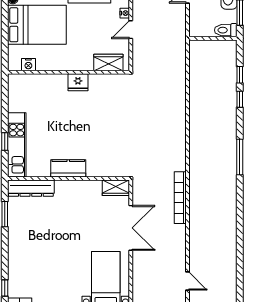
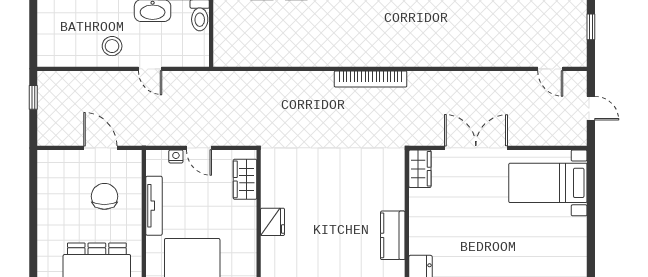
bookcase: (180, 198) -> (371, 79), moved
door: (187, 281) -> (550, 69), swing flipped

